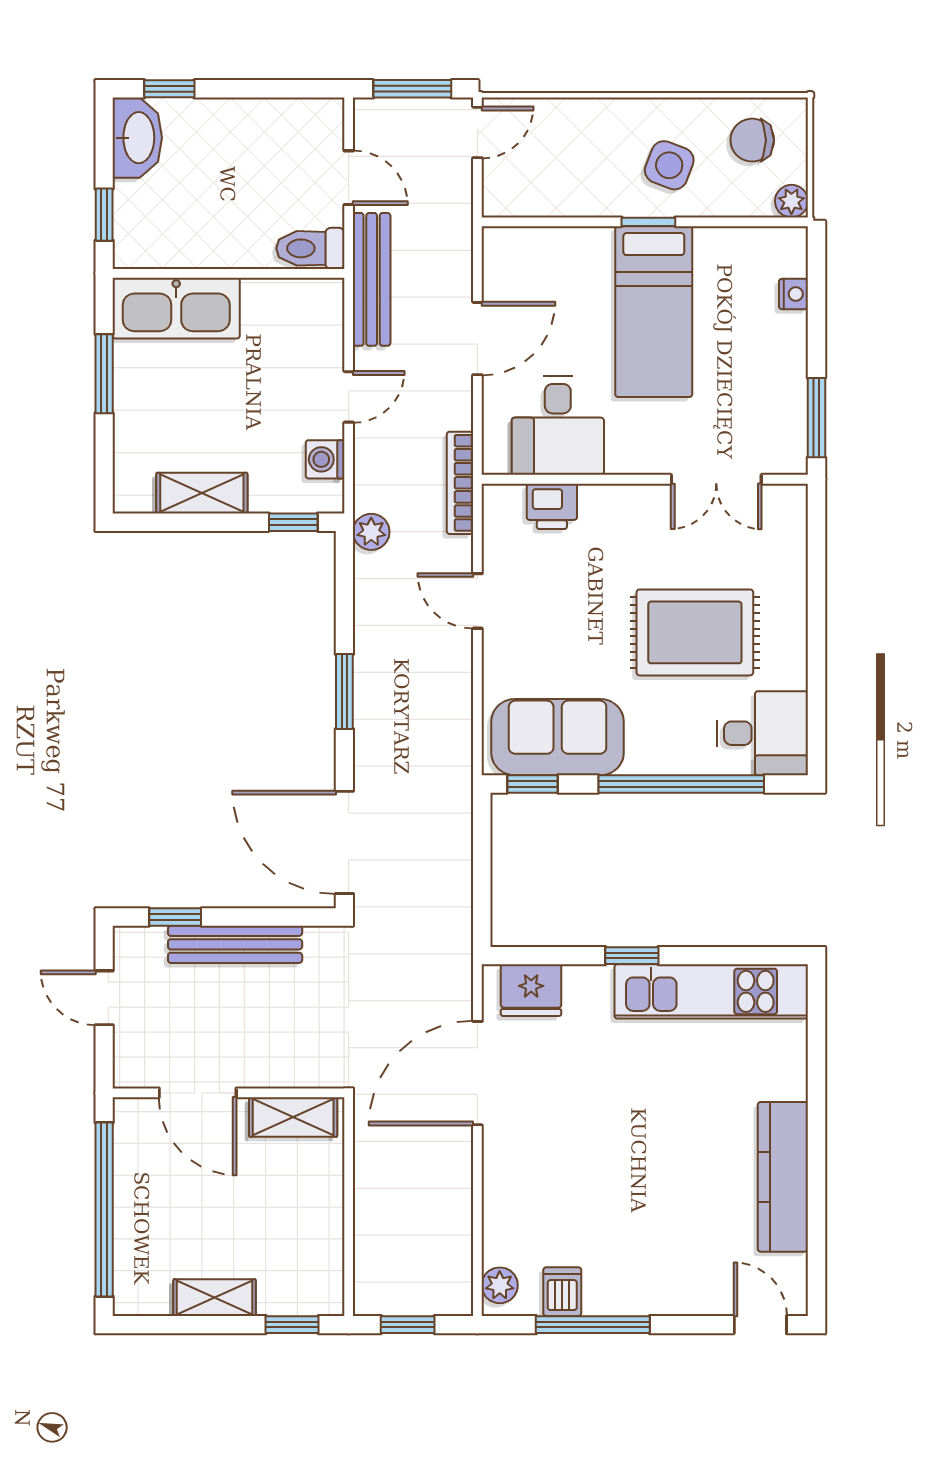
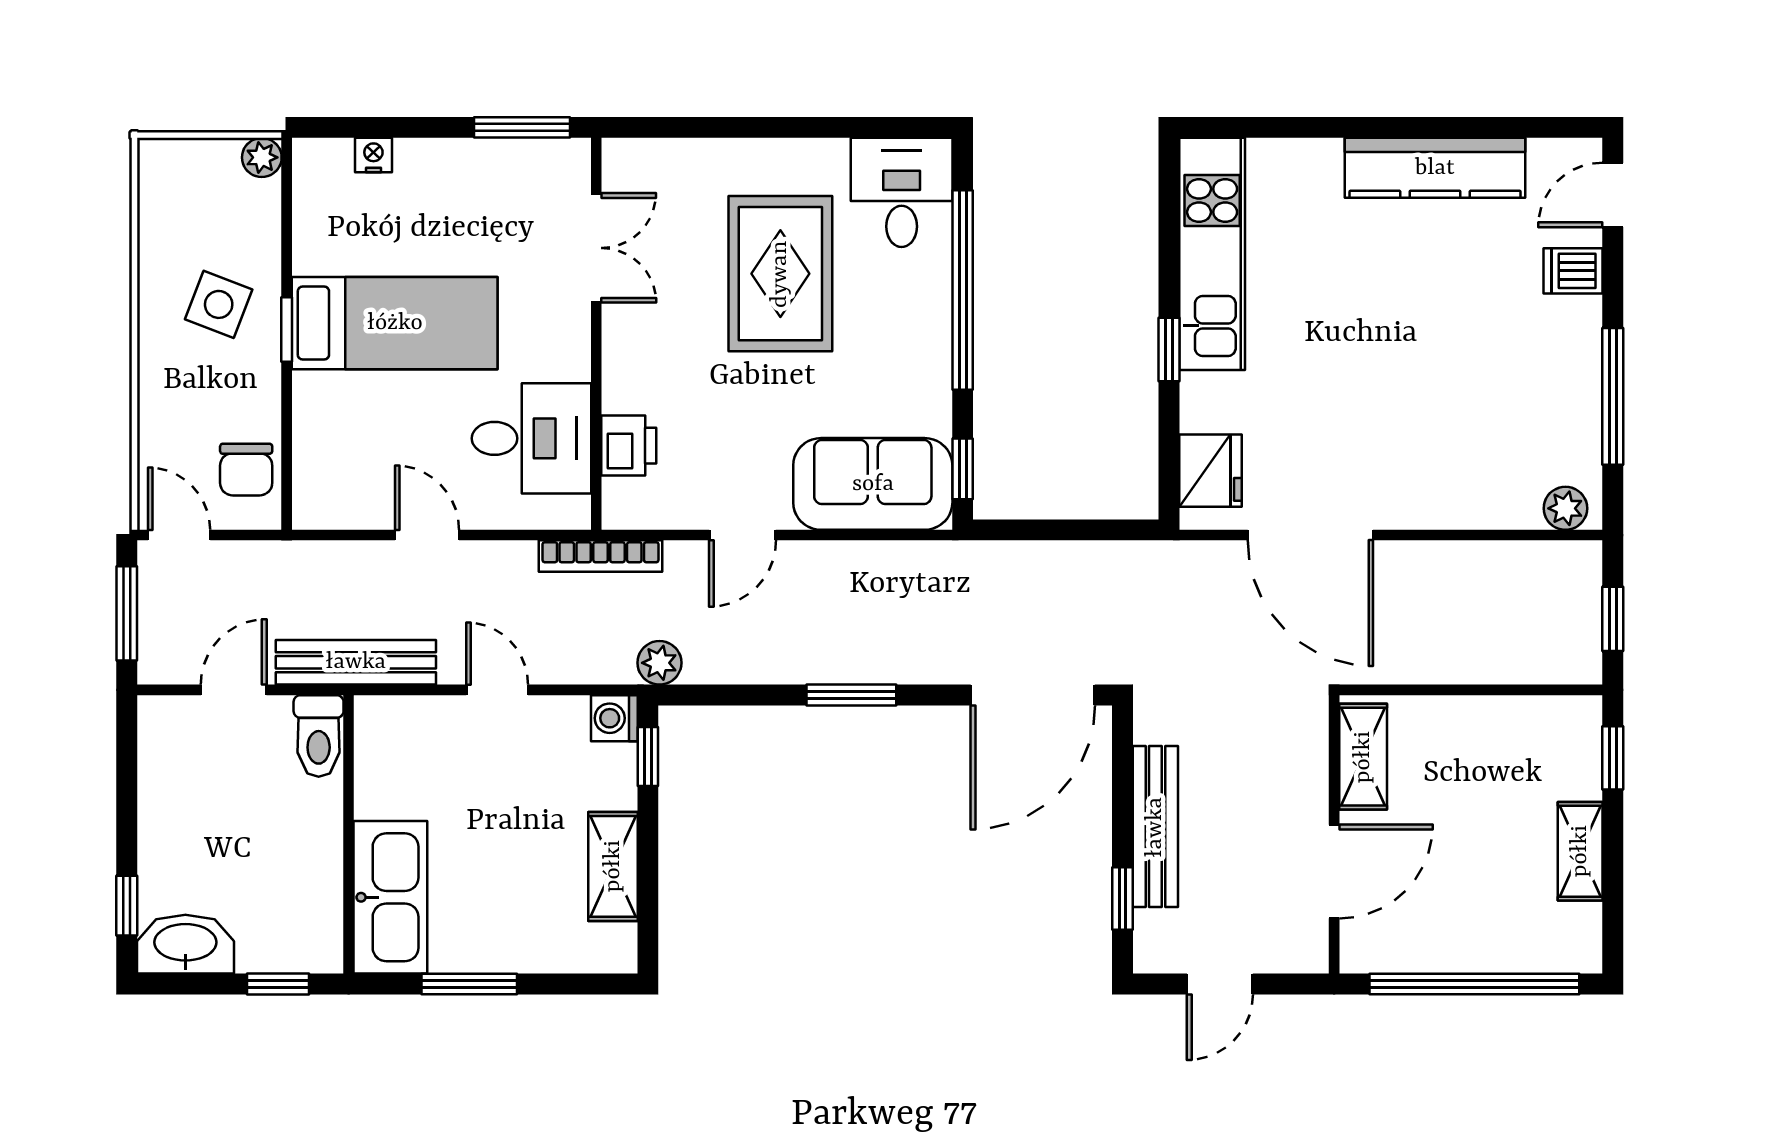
chair: (752, 140) -> (246, 470), moved
door: (477, 339) -> (427, 535), width x0.73
washing machine: (325, 459) -> (614, 718), moved, turned 90
sofa: (558, 737) -> (873, 484), moved, turned 90
dishwasher: (562, 1292) -> (1573, 271), moved

